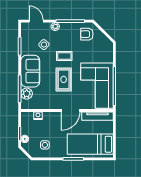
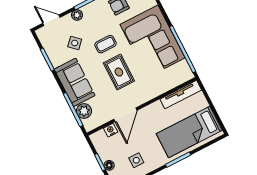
corner sofa: (97, 86) -> (153, 41), moved
door: (70, 110) -> (125, 115), moved

